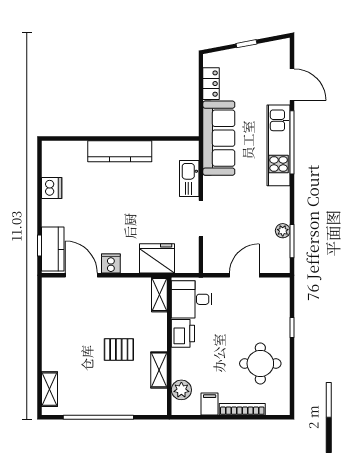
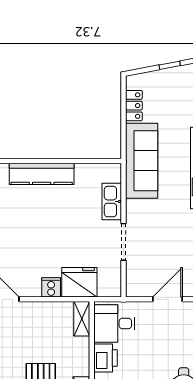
cooker: (111, 263) -> (51, 287), moved

